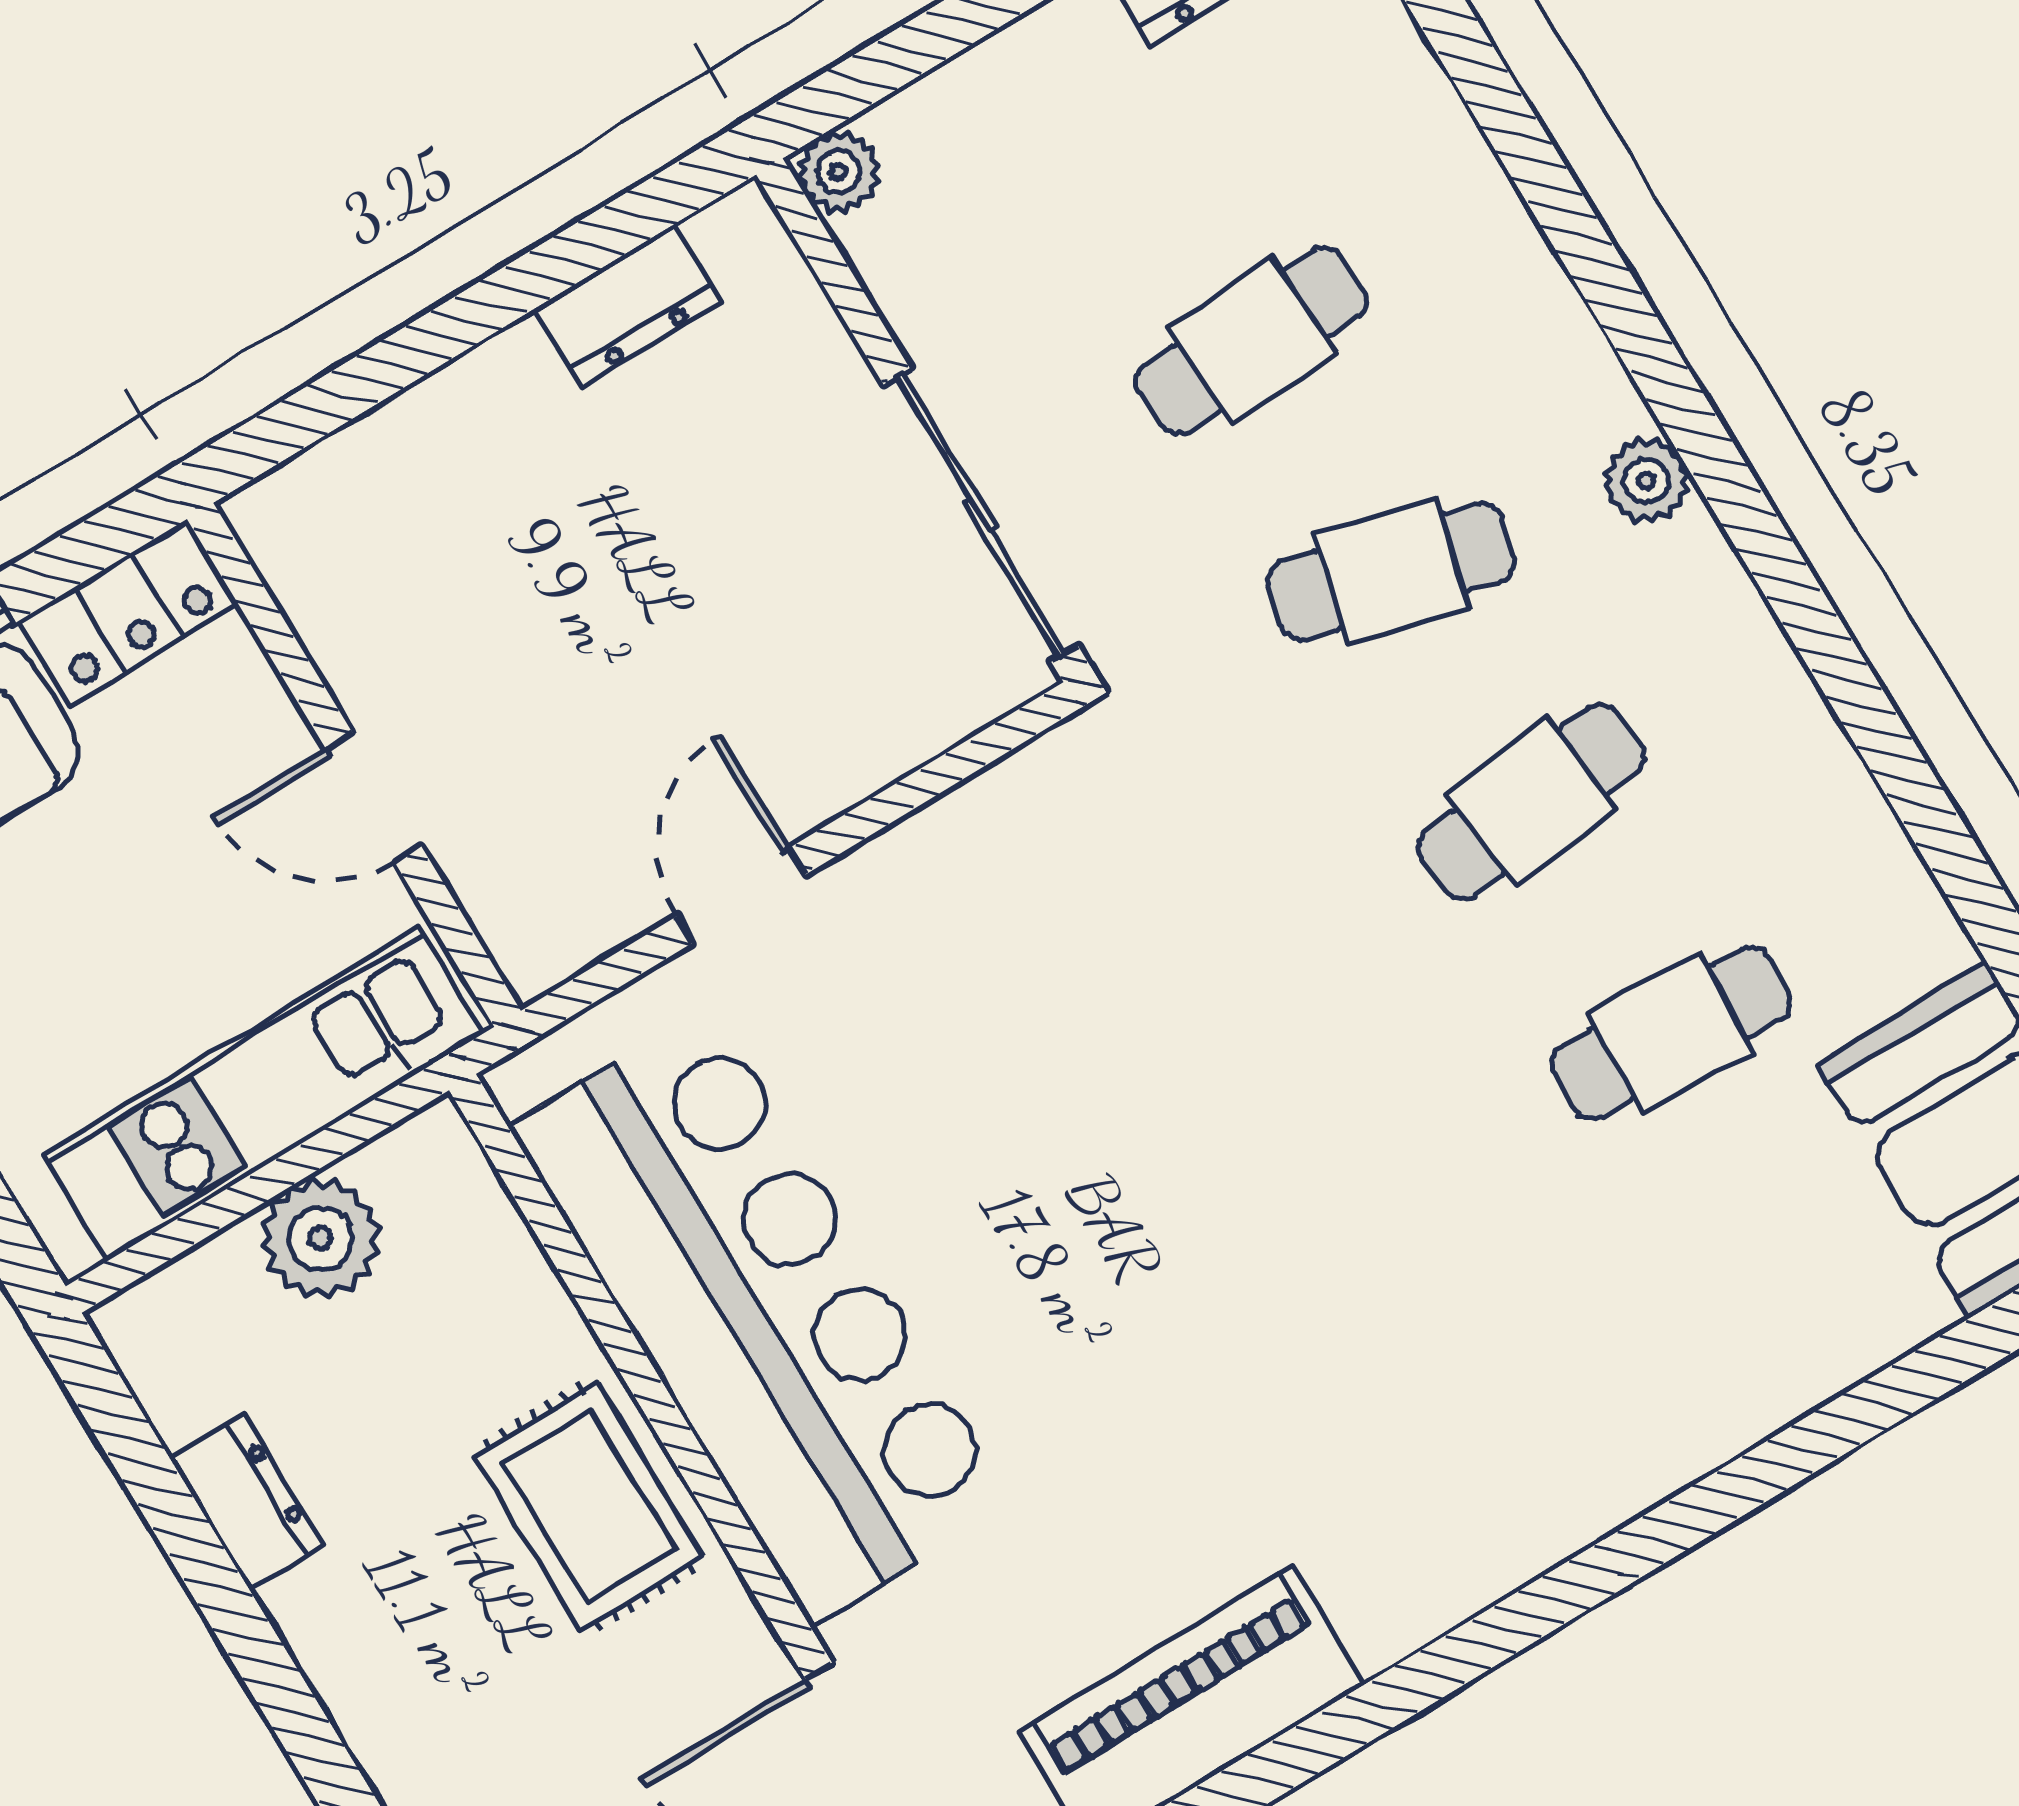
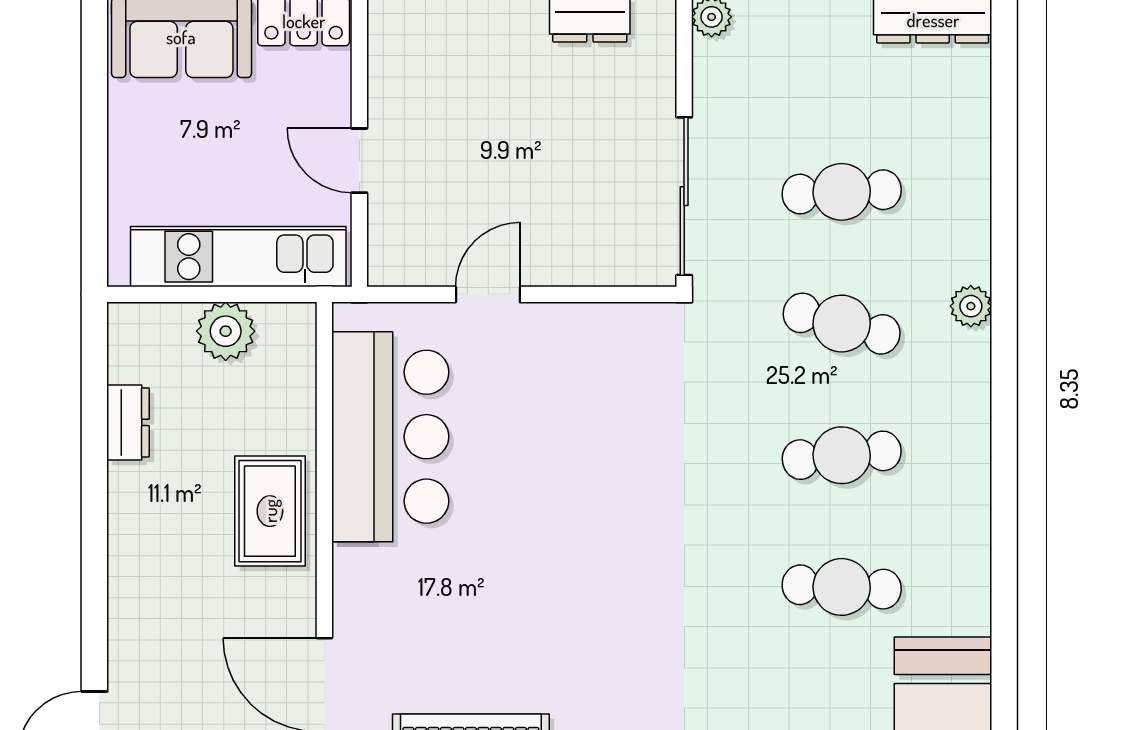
plant: (1646, 481) -> (971, 306), moved
bar counter: (761, 1315) -> (390, 437), width x0.73

